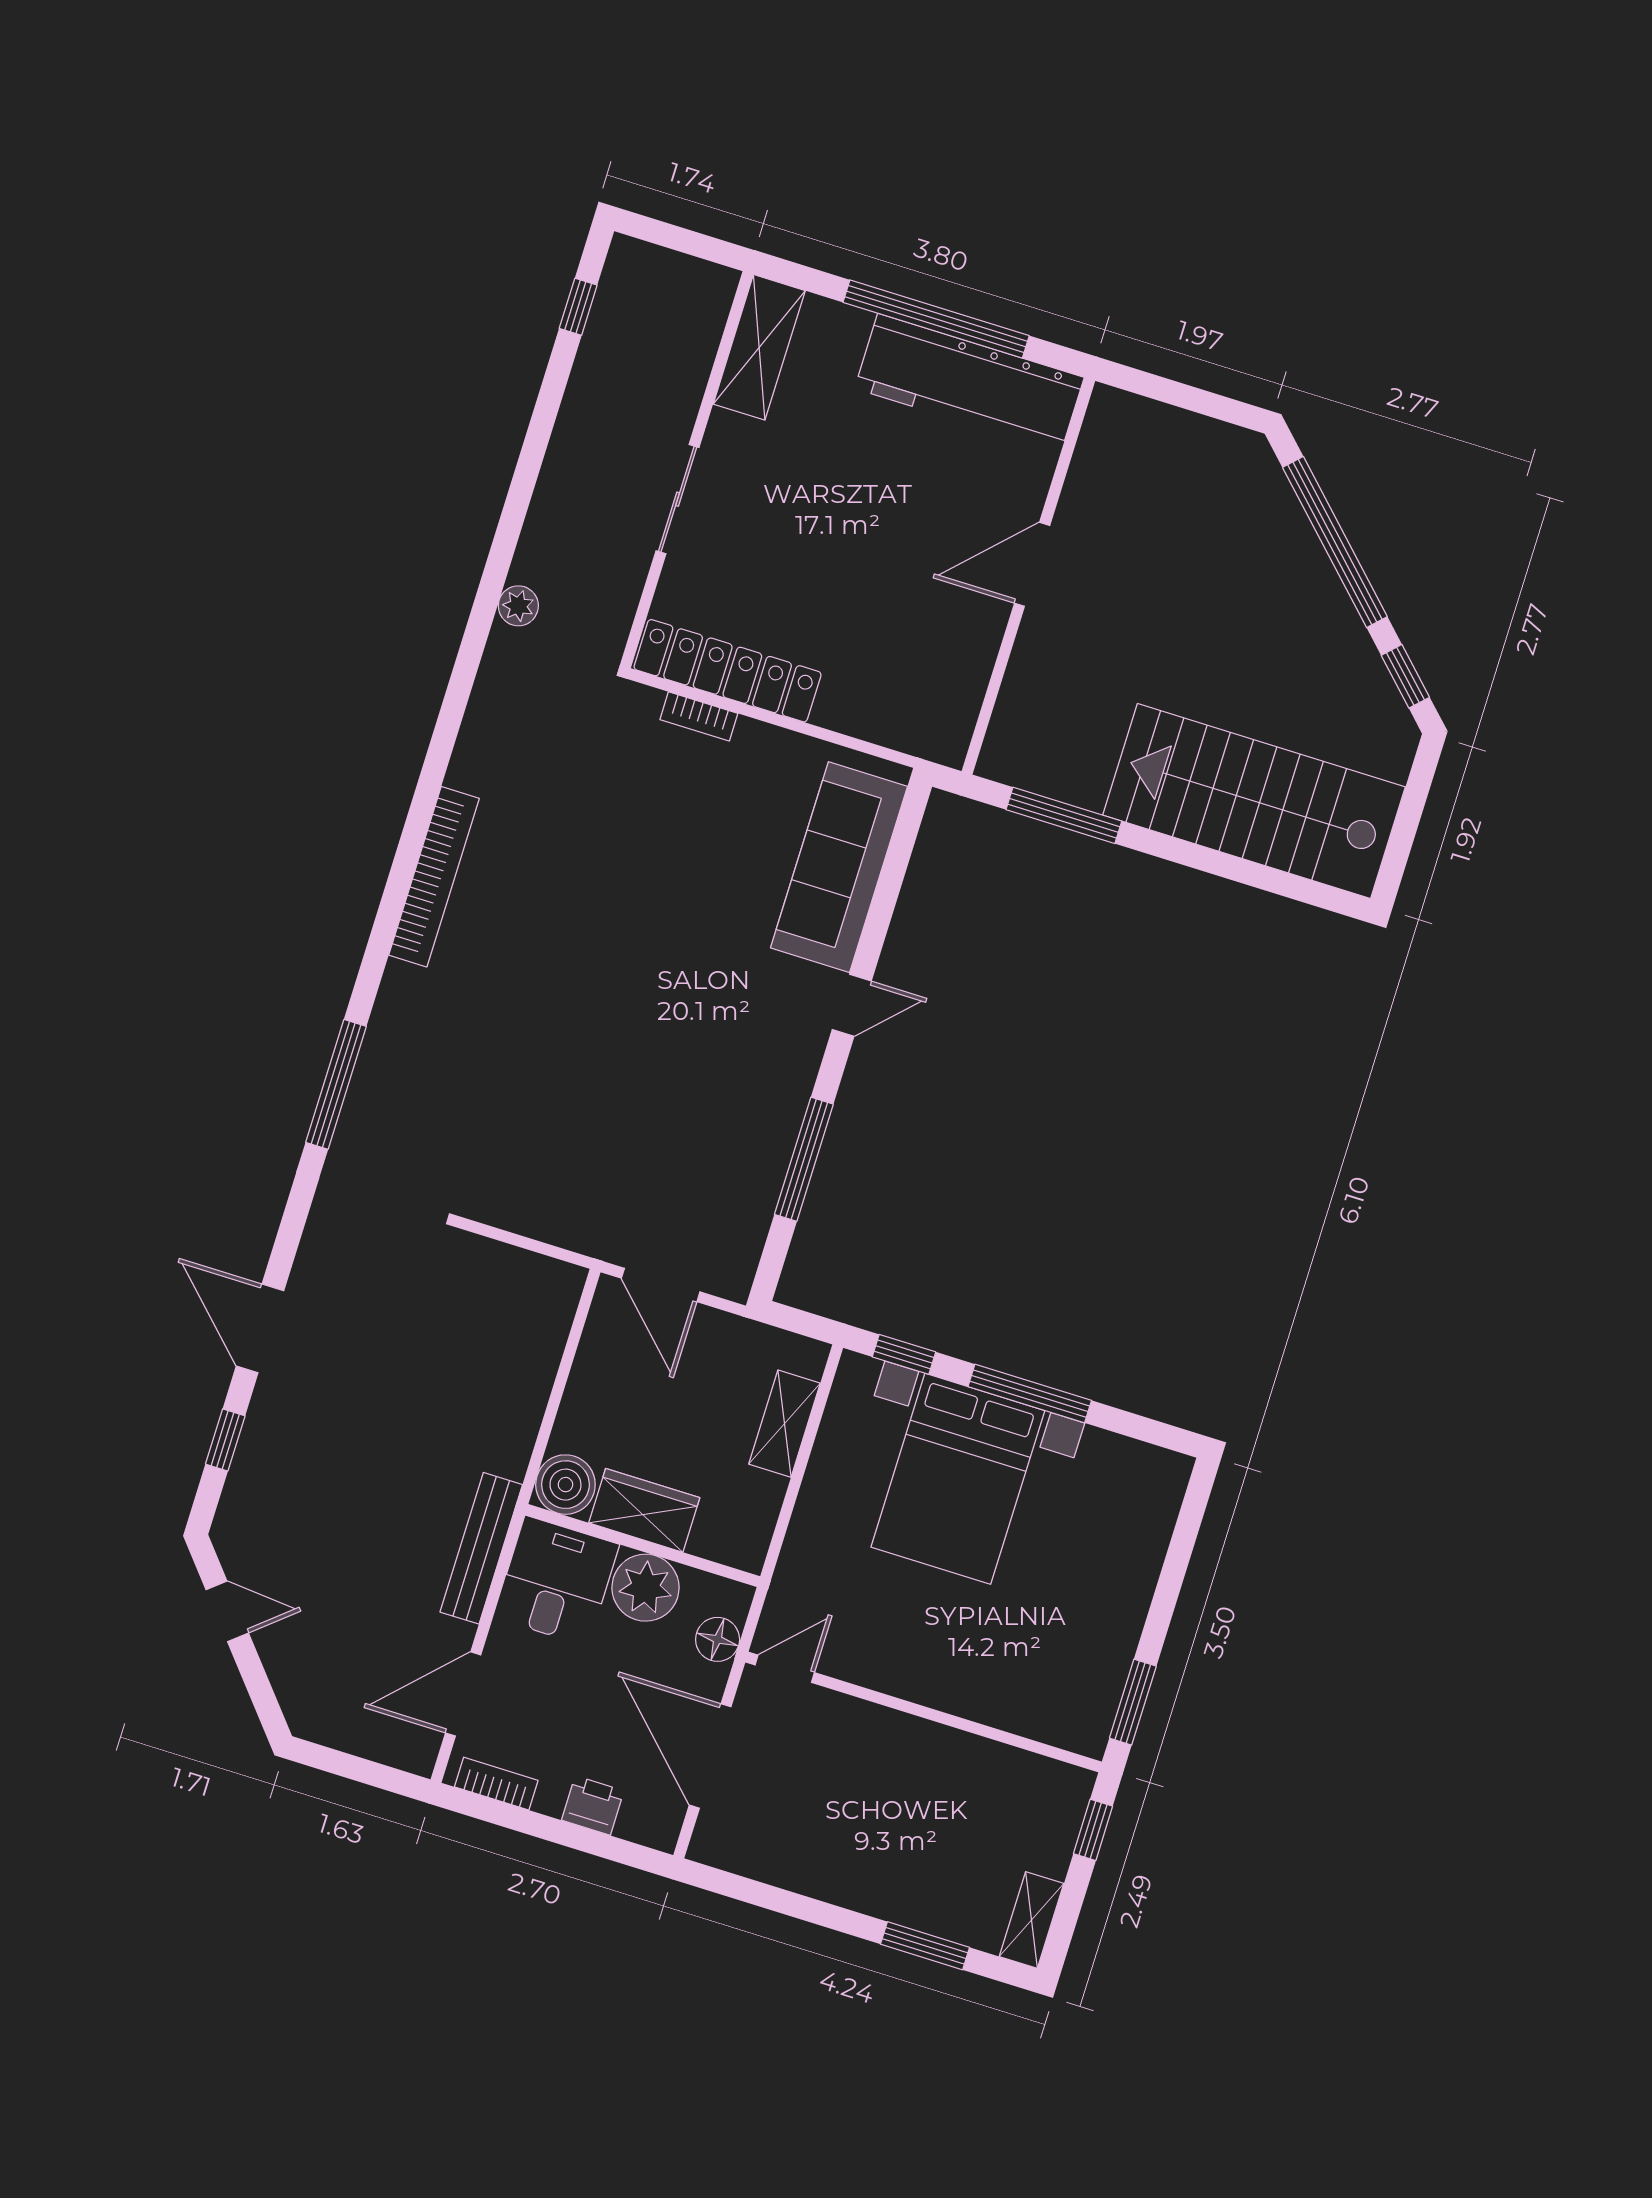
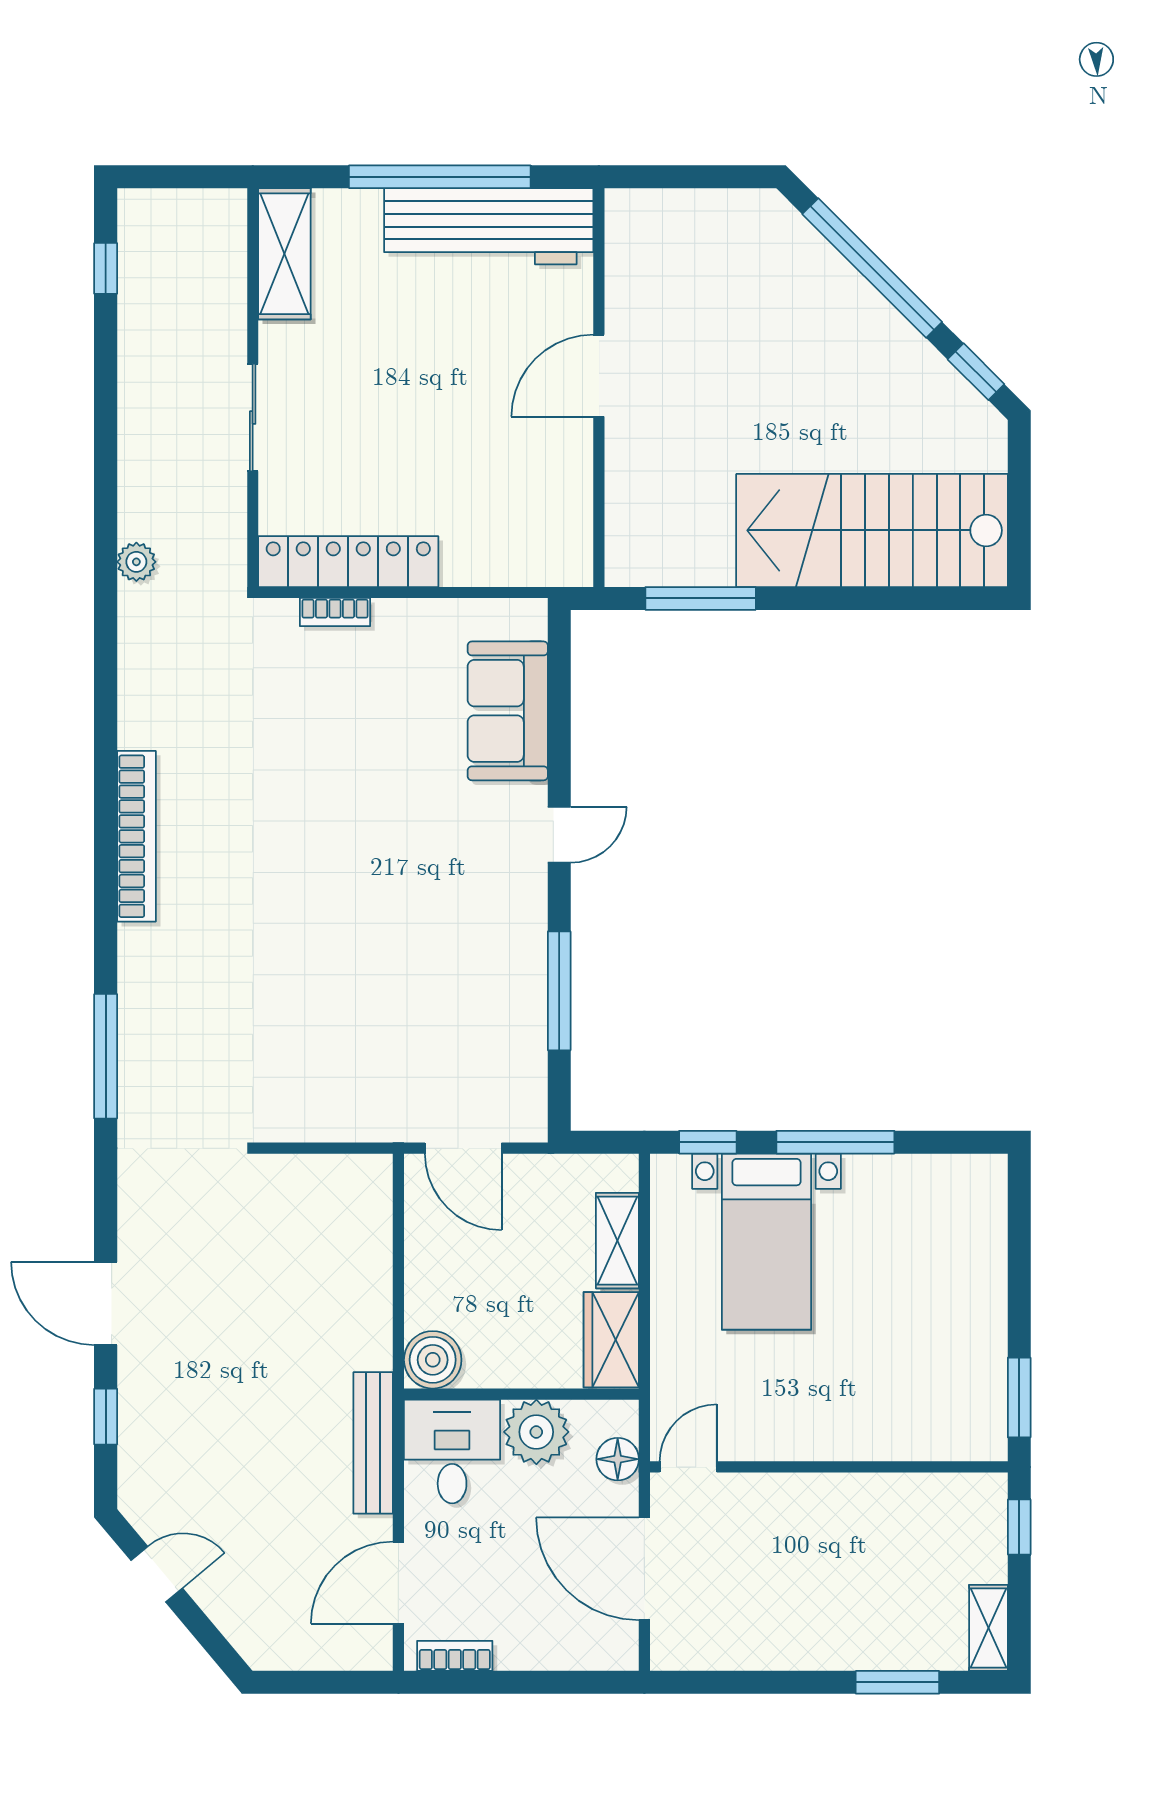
sofa: (839, 867) -> (508, 711), width x0.73
bed with nightstands: (958, 1479) -> (767, 1242), width x0.73
wardrobe: (644, 1510) -> (611, 1340), moved, turned -90
printer: (593, 1805) -> (550, 1648), removed

